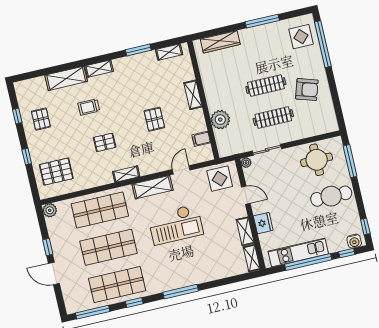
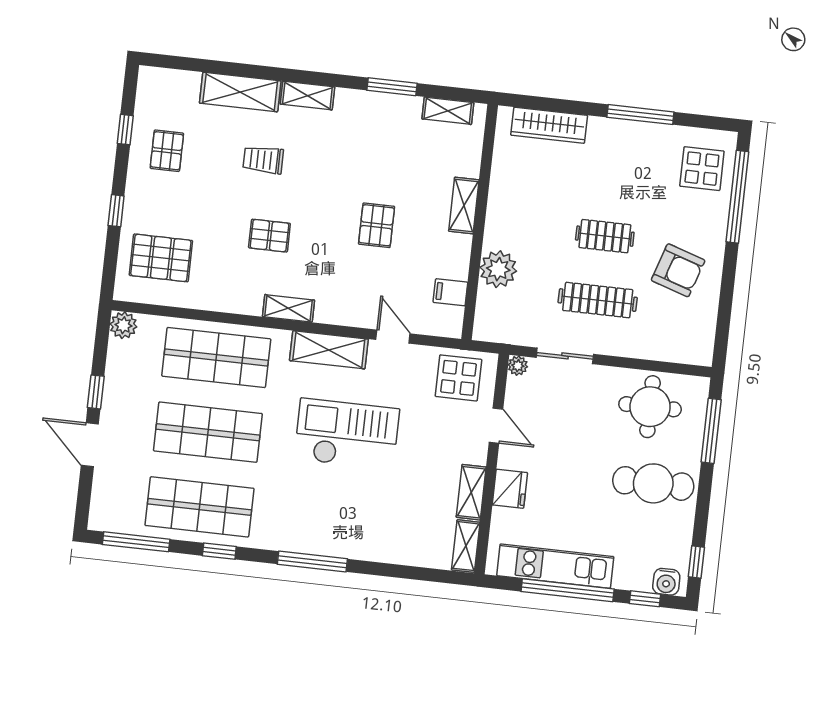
clothes rail: (266, 86) -> (605, 236), width x0.73
door: (181, 170) -> (393, 337), hinge flipped
checkout: (176, 225) -> (347, 434), turned 180

